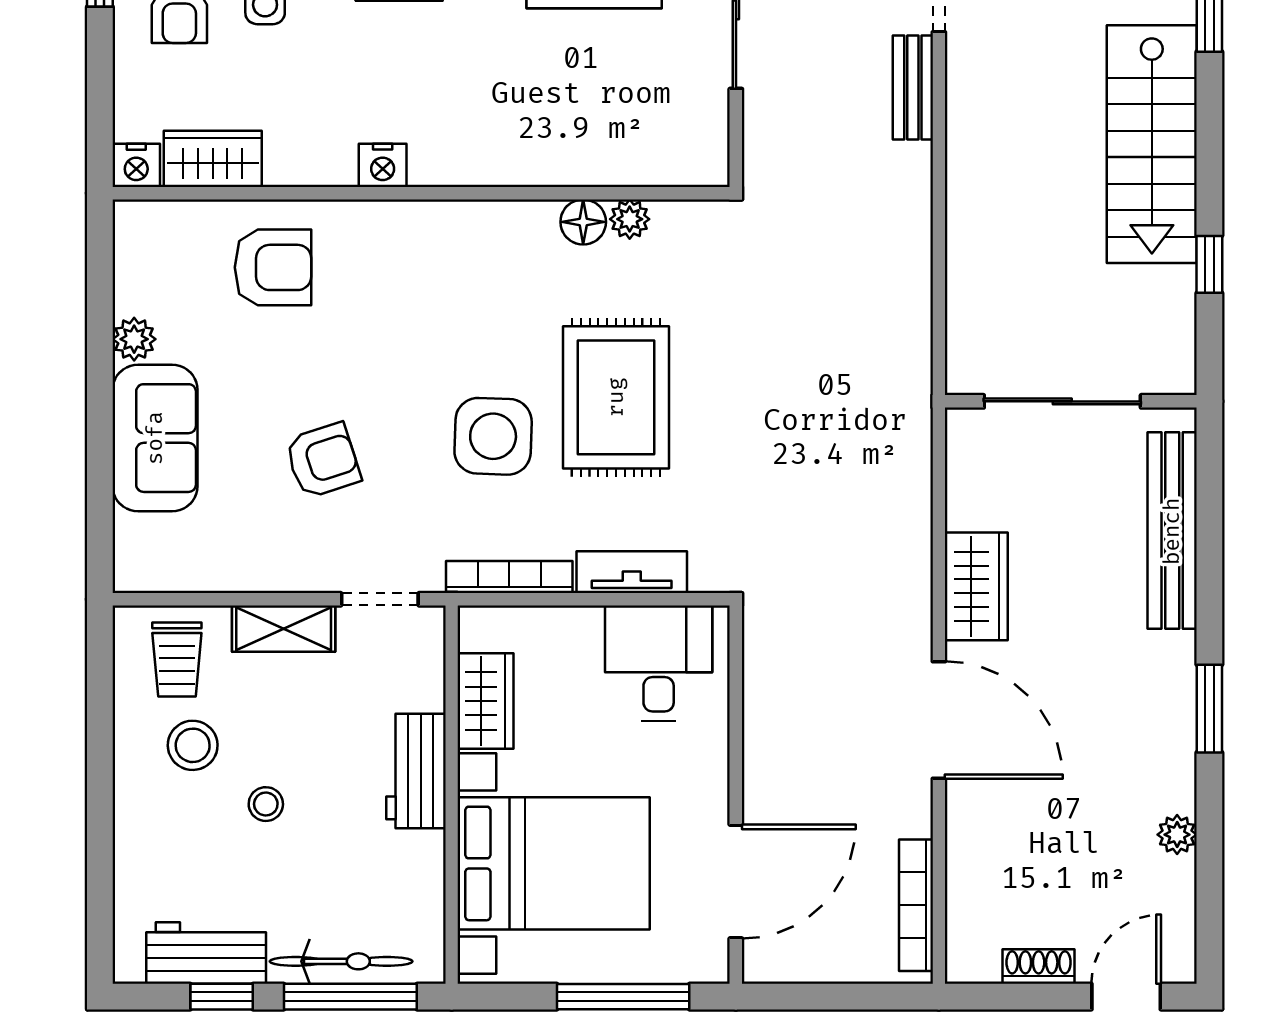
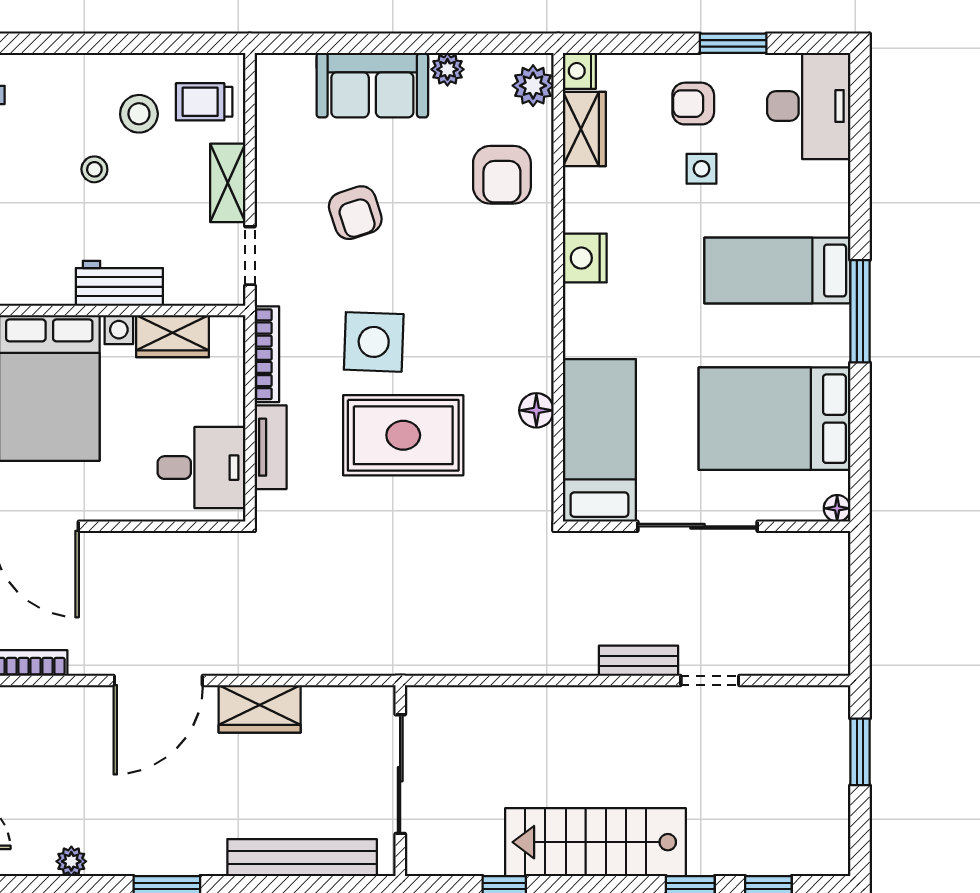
bed: (623, 139) -> (599, 440), added
nightstand: (383, 165) -> (585, 258), width x1.36, depth x1.33
plant: (630, 219) -> (533, 86), moved, width x1.38, depth x1.38

